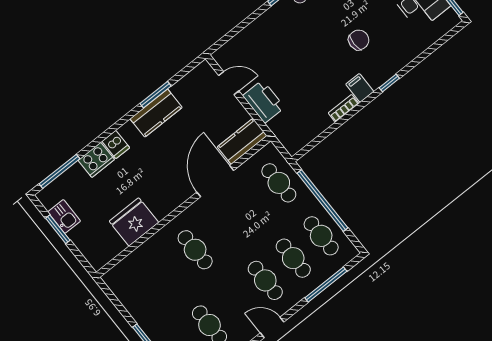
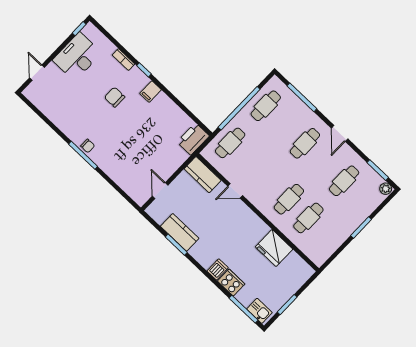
printer: (264, 102) -> (193, 139), moved
bookcase: (344, 108) -> (123, 60), moved
kitchen counter: (156, 113) -> (180, 232), moved
door: (215, 181) -> (235, 191), width x0.53
kitchen sink: (64, 216) -> (259, 311), moved, turned 90
cafe table: (293, 258) -> (308, 218), moved

